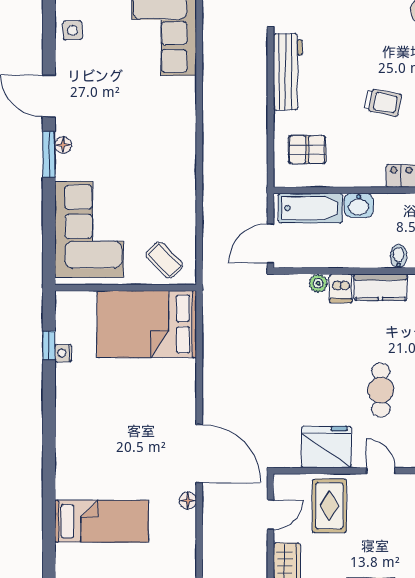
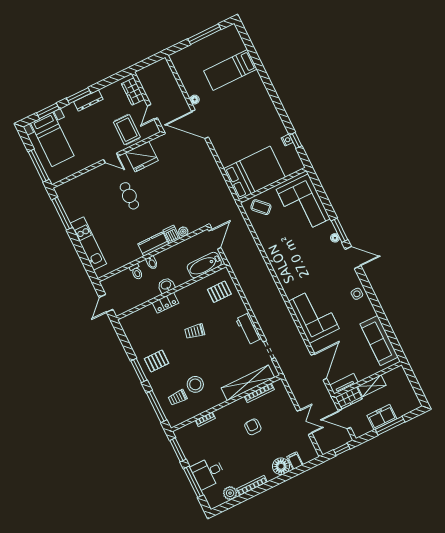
workbench: (288, 72) -> (249, 329), width x0.73
washbasin: (359, 205) -> (166, 285), moved

